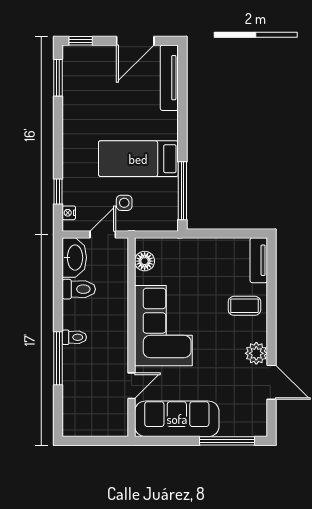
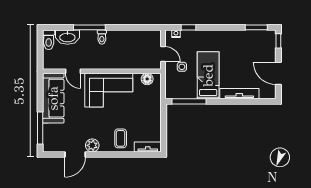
tv unit: (169, 78) -> (239, 94), moved
washbasin: (74, 258) -> (67, 37), moved
toilet: (79, 289) -> (49, 40), moved

